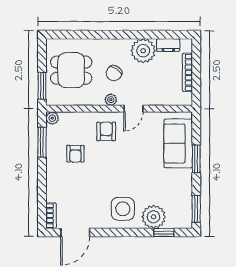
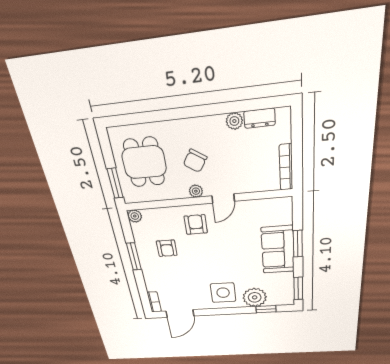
plant: (143, 51) -> (234, 121), width x0.53, depth x0.53
dining table: (71, 70) -> (144, 162), turned 90
bookcase: (187, 72) -> (286, 167), moved
window: (42, 142) -> (134, 256), moved
sofa: (178, 143) -> (278, 250), moved

